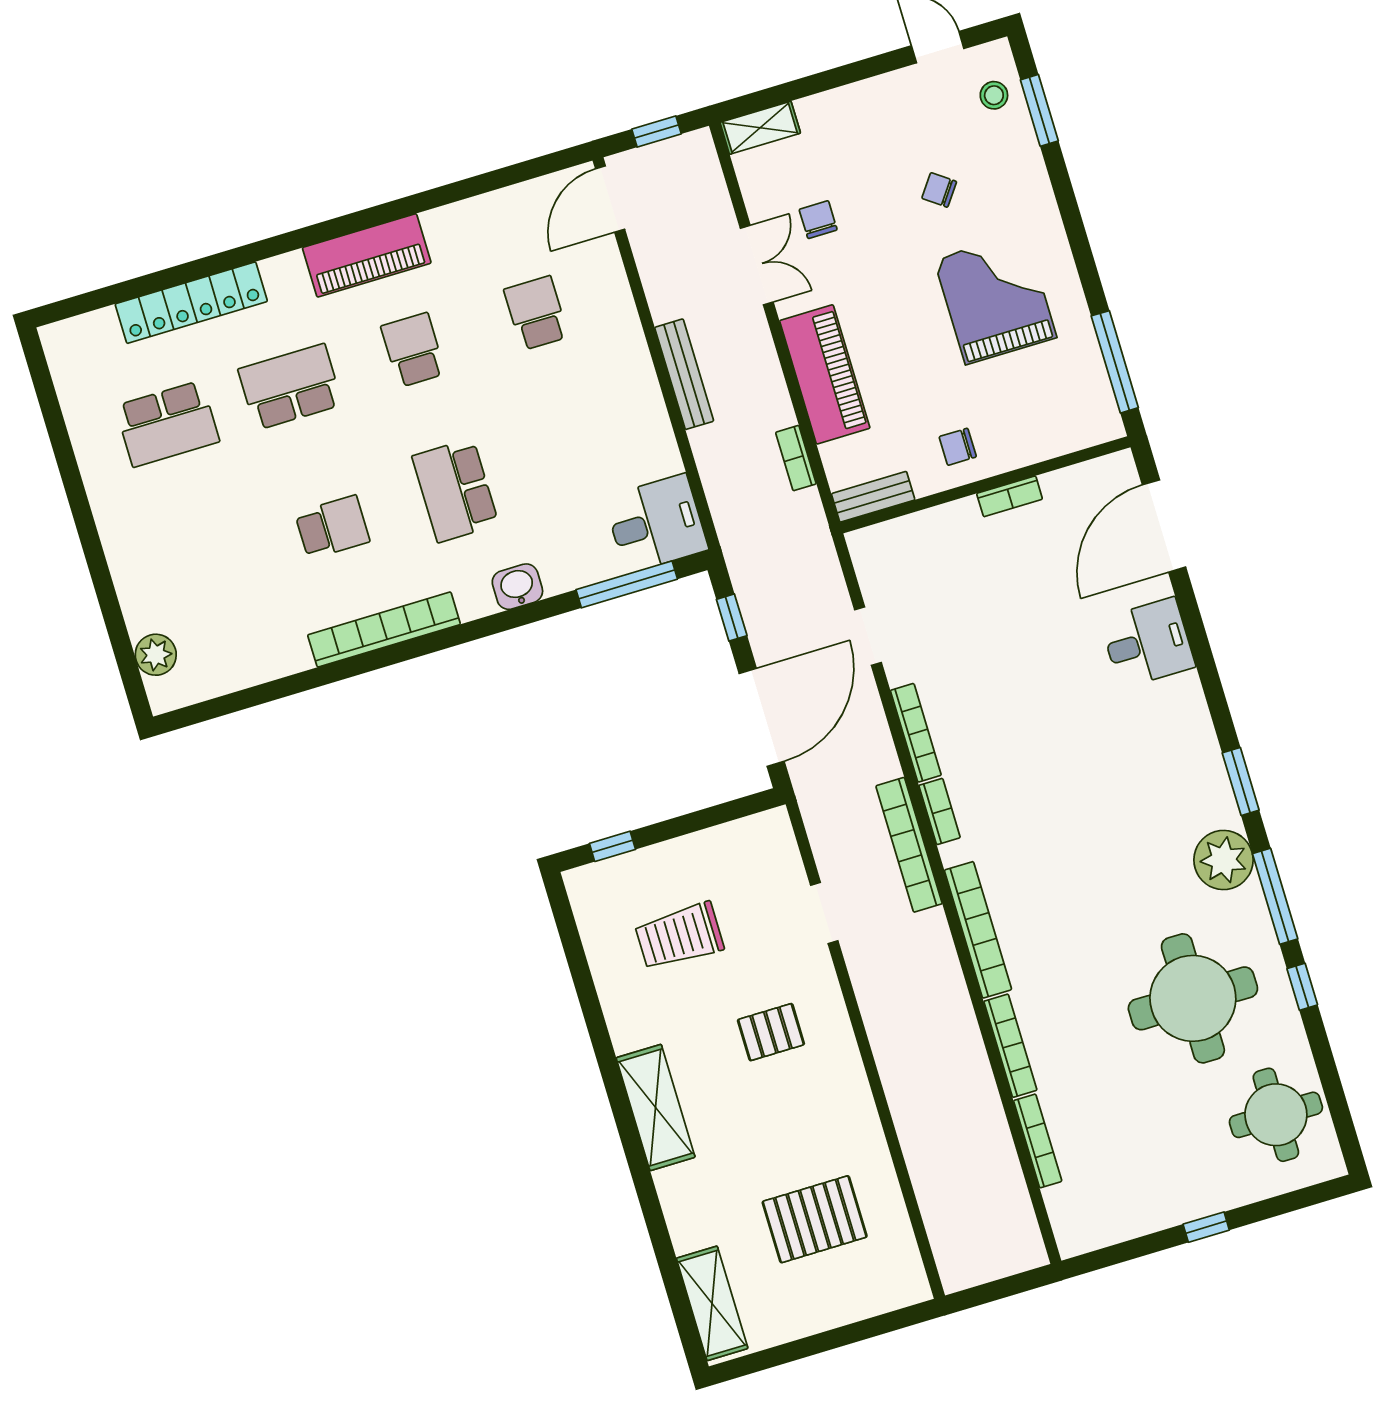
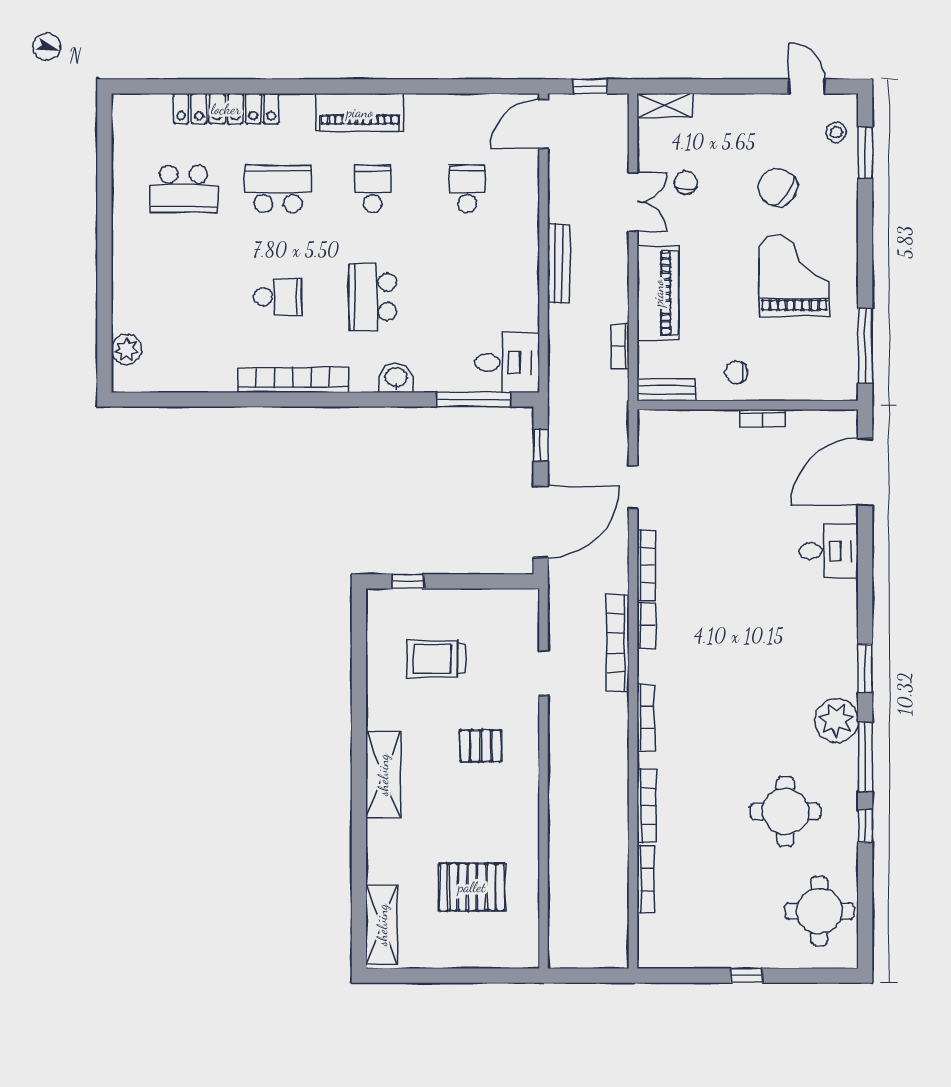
chair: (939, 190) -> (778, 187), width x1.87, depth x1.87
bookcase: (978, 930) -> (646, 718), width x0.68, depth x0.76
round table: (1193, 998) -> (785, 811), width x0.73, depth x0.73

